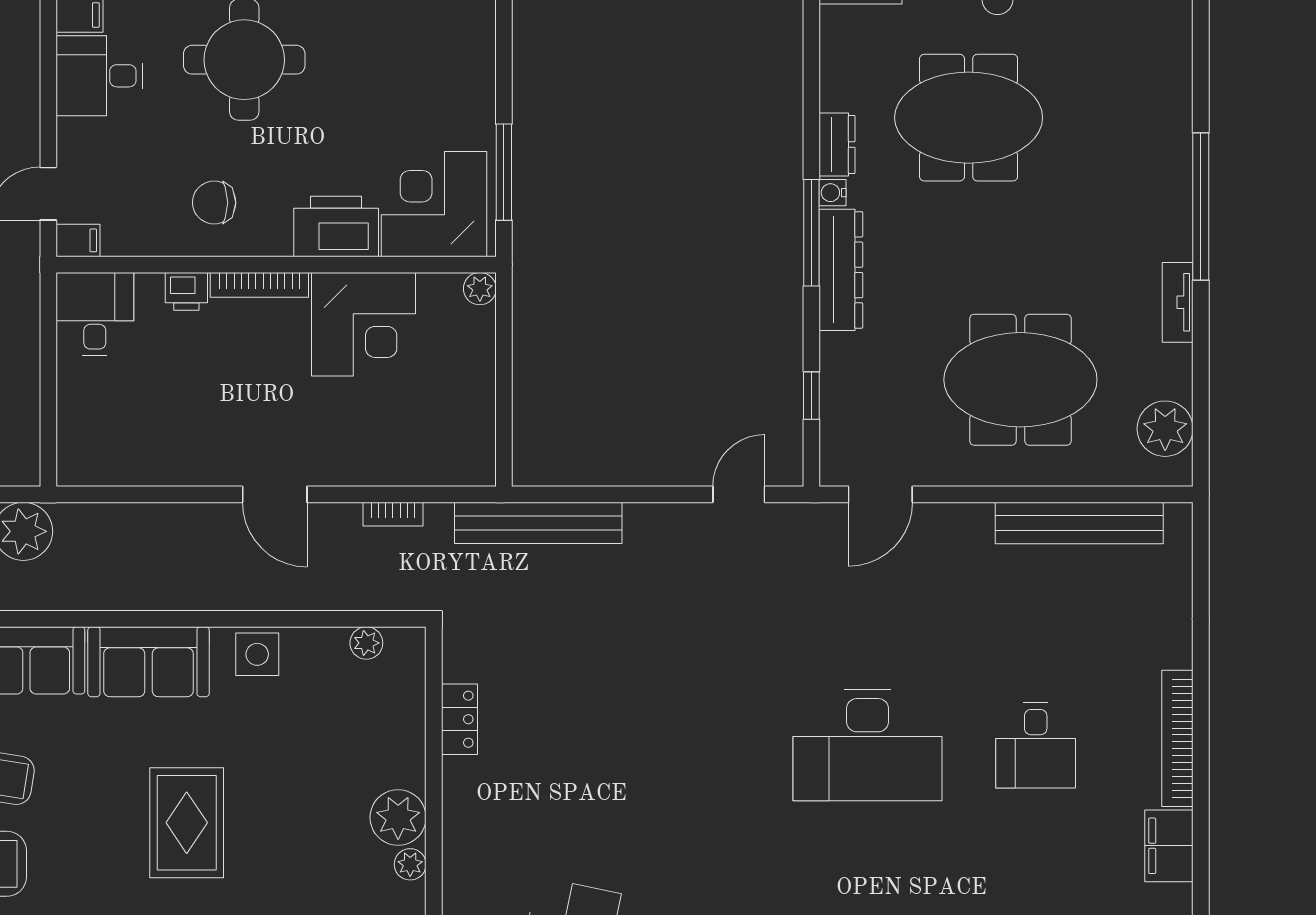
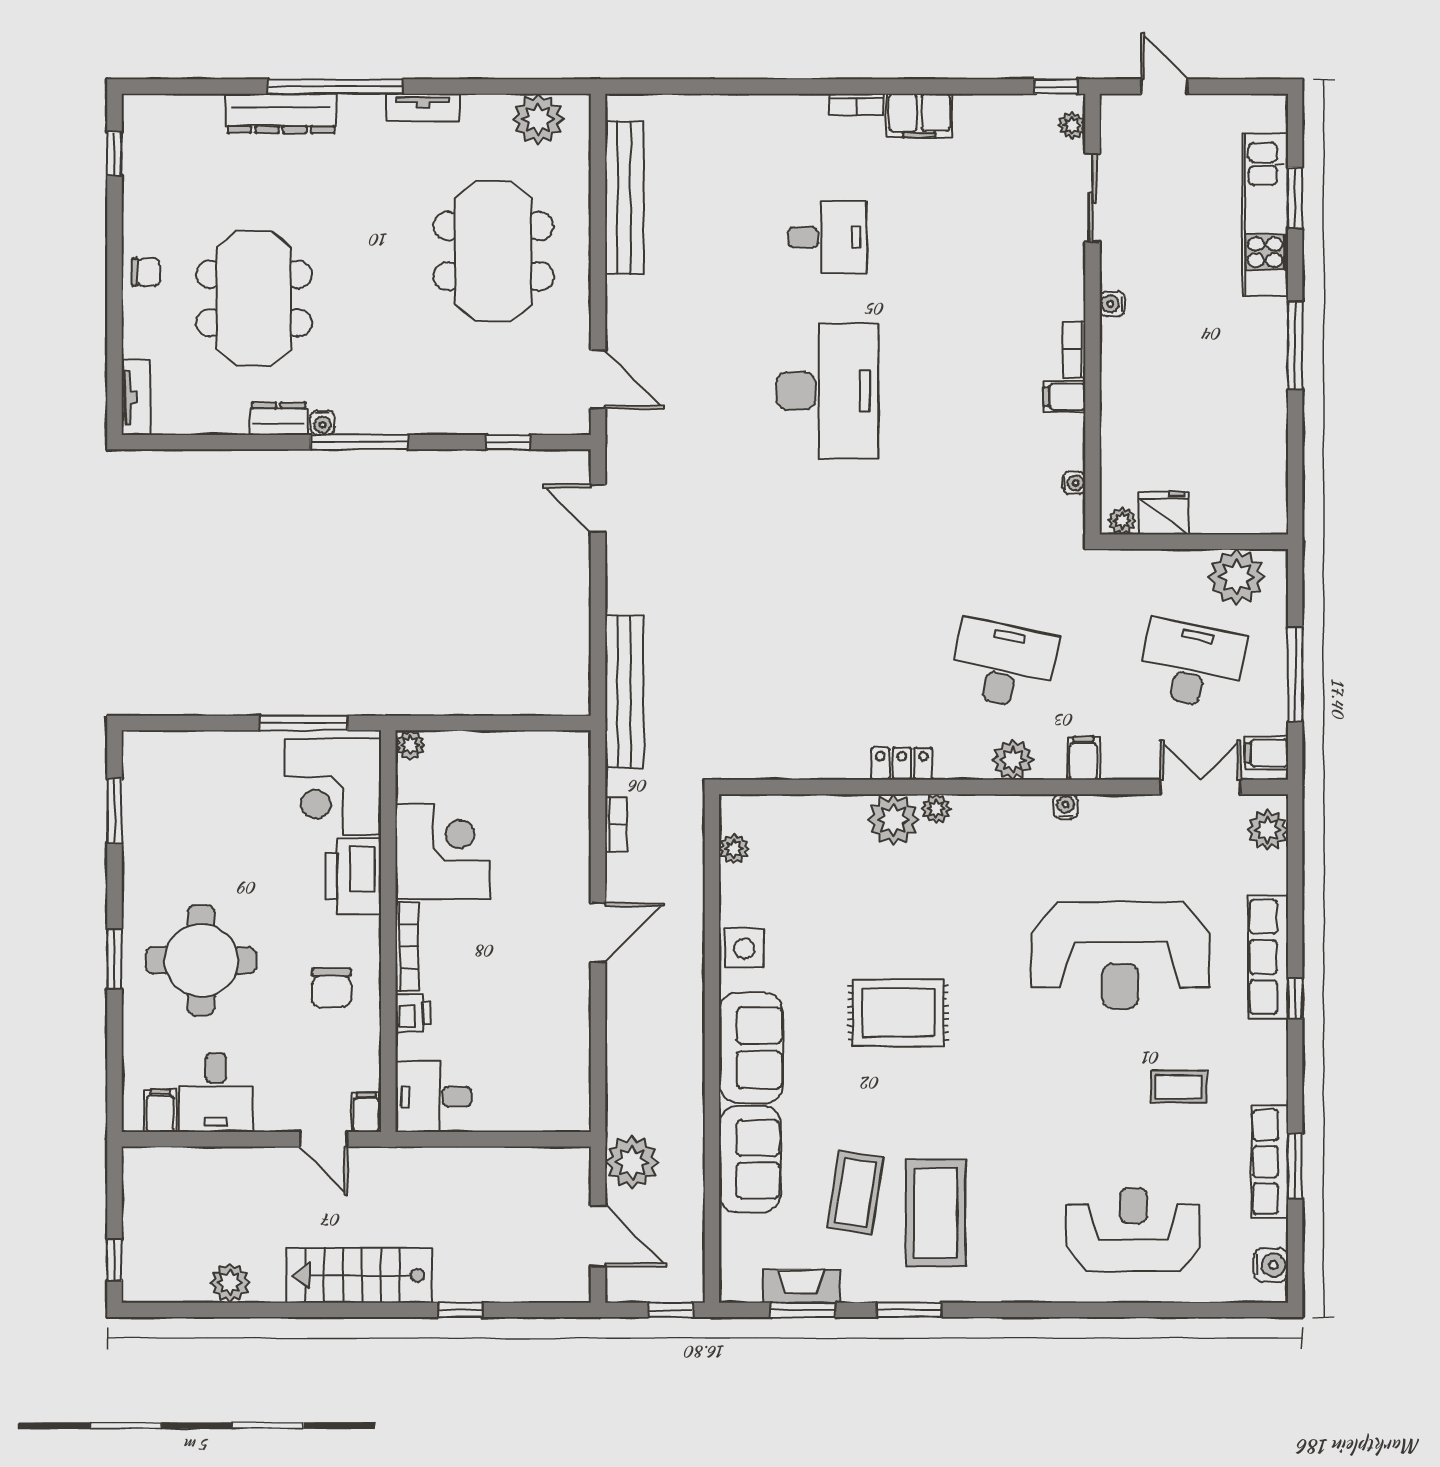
dresser: (841, 270) -> (281, 113), moved, turned 180
locker: (459, 719) -> (902, 764), moved
bookcase: (1177, 738) -> (856, 104), width x0.43, depth x0.76

